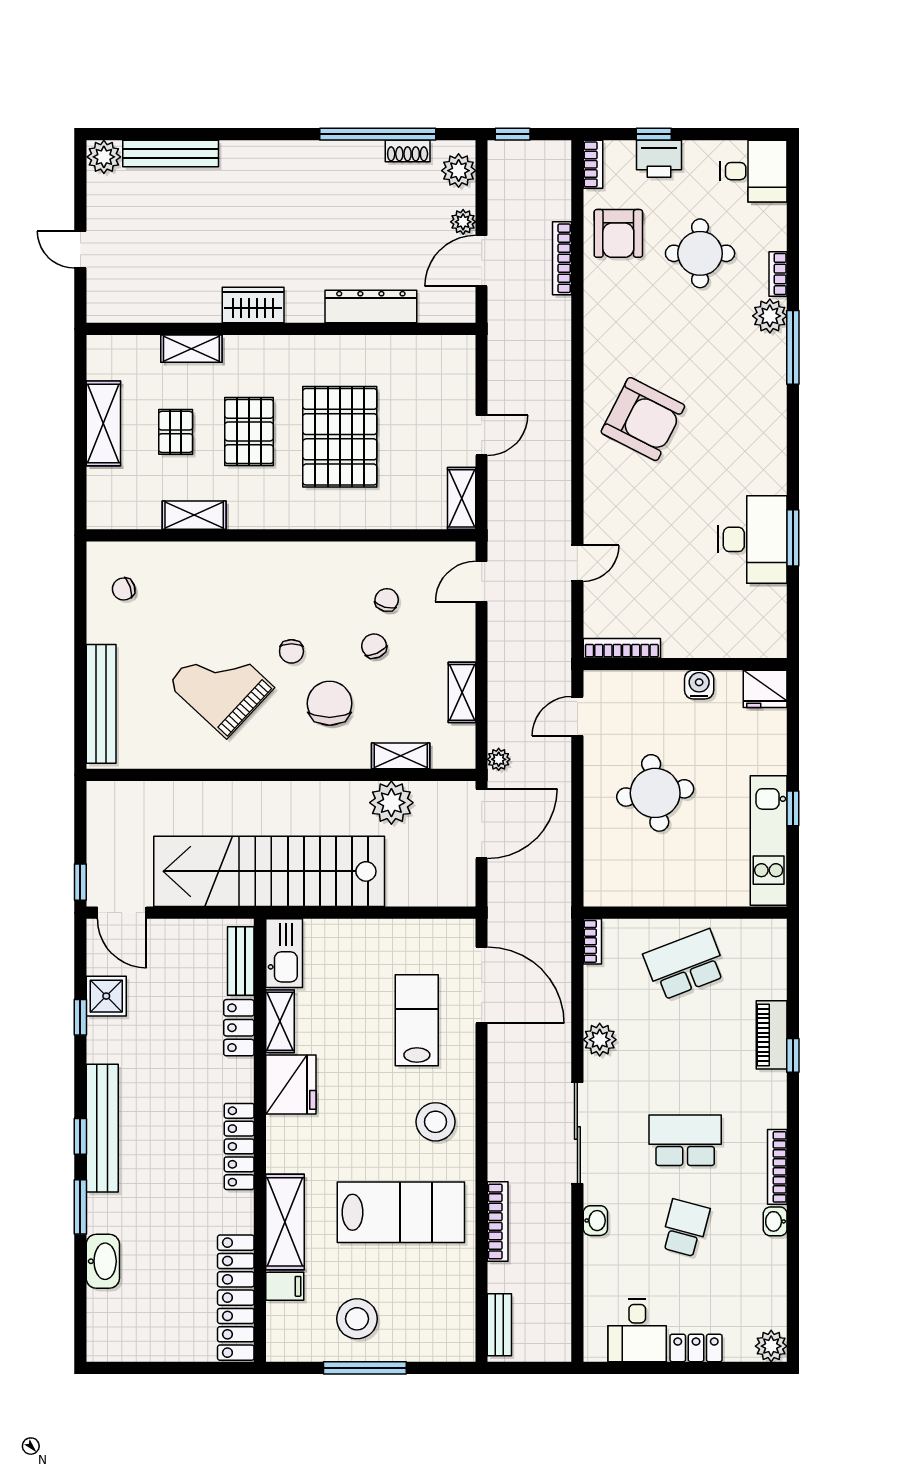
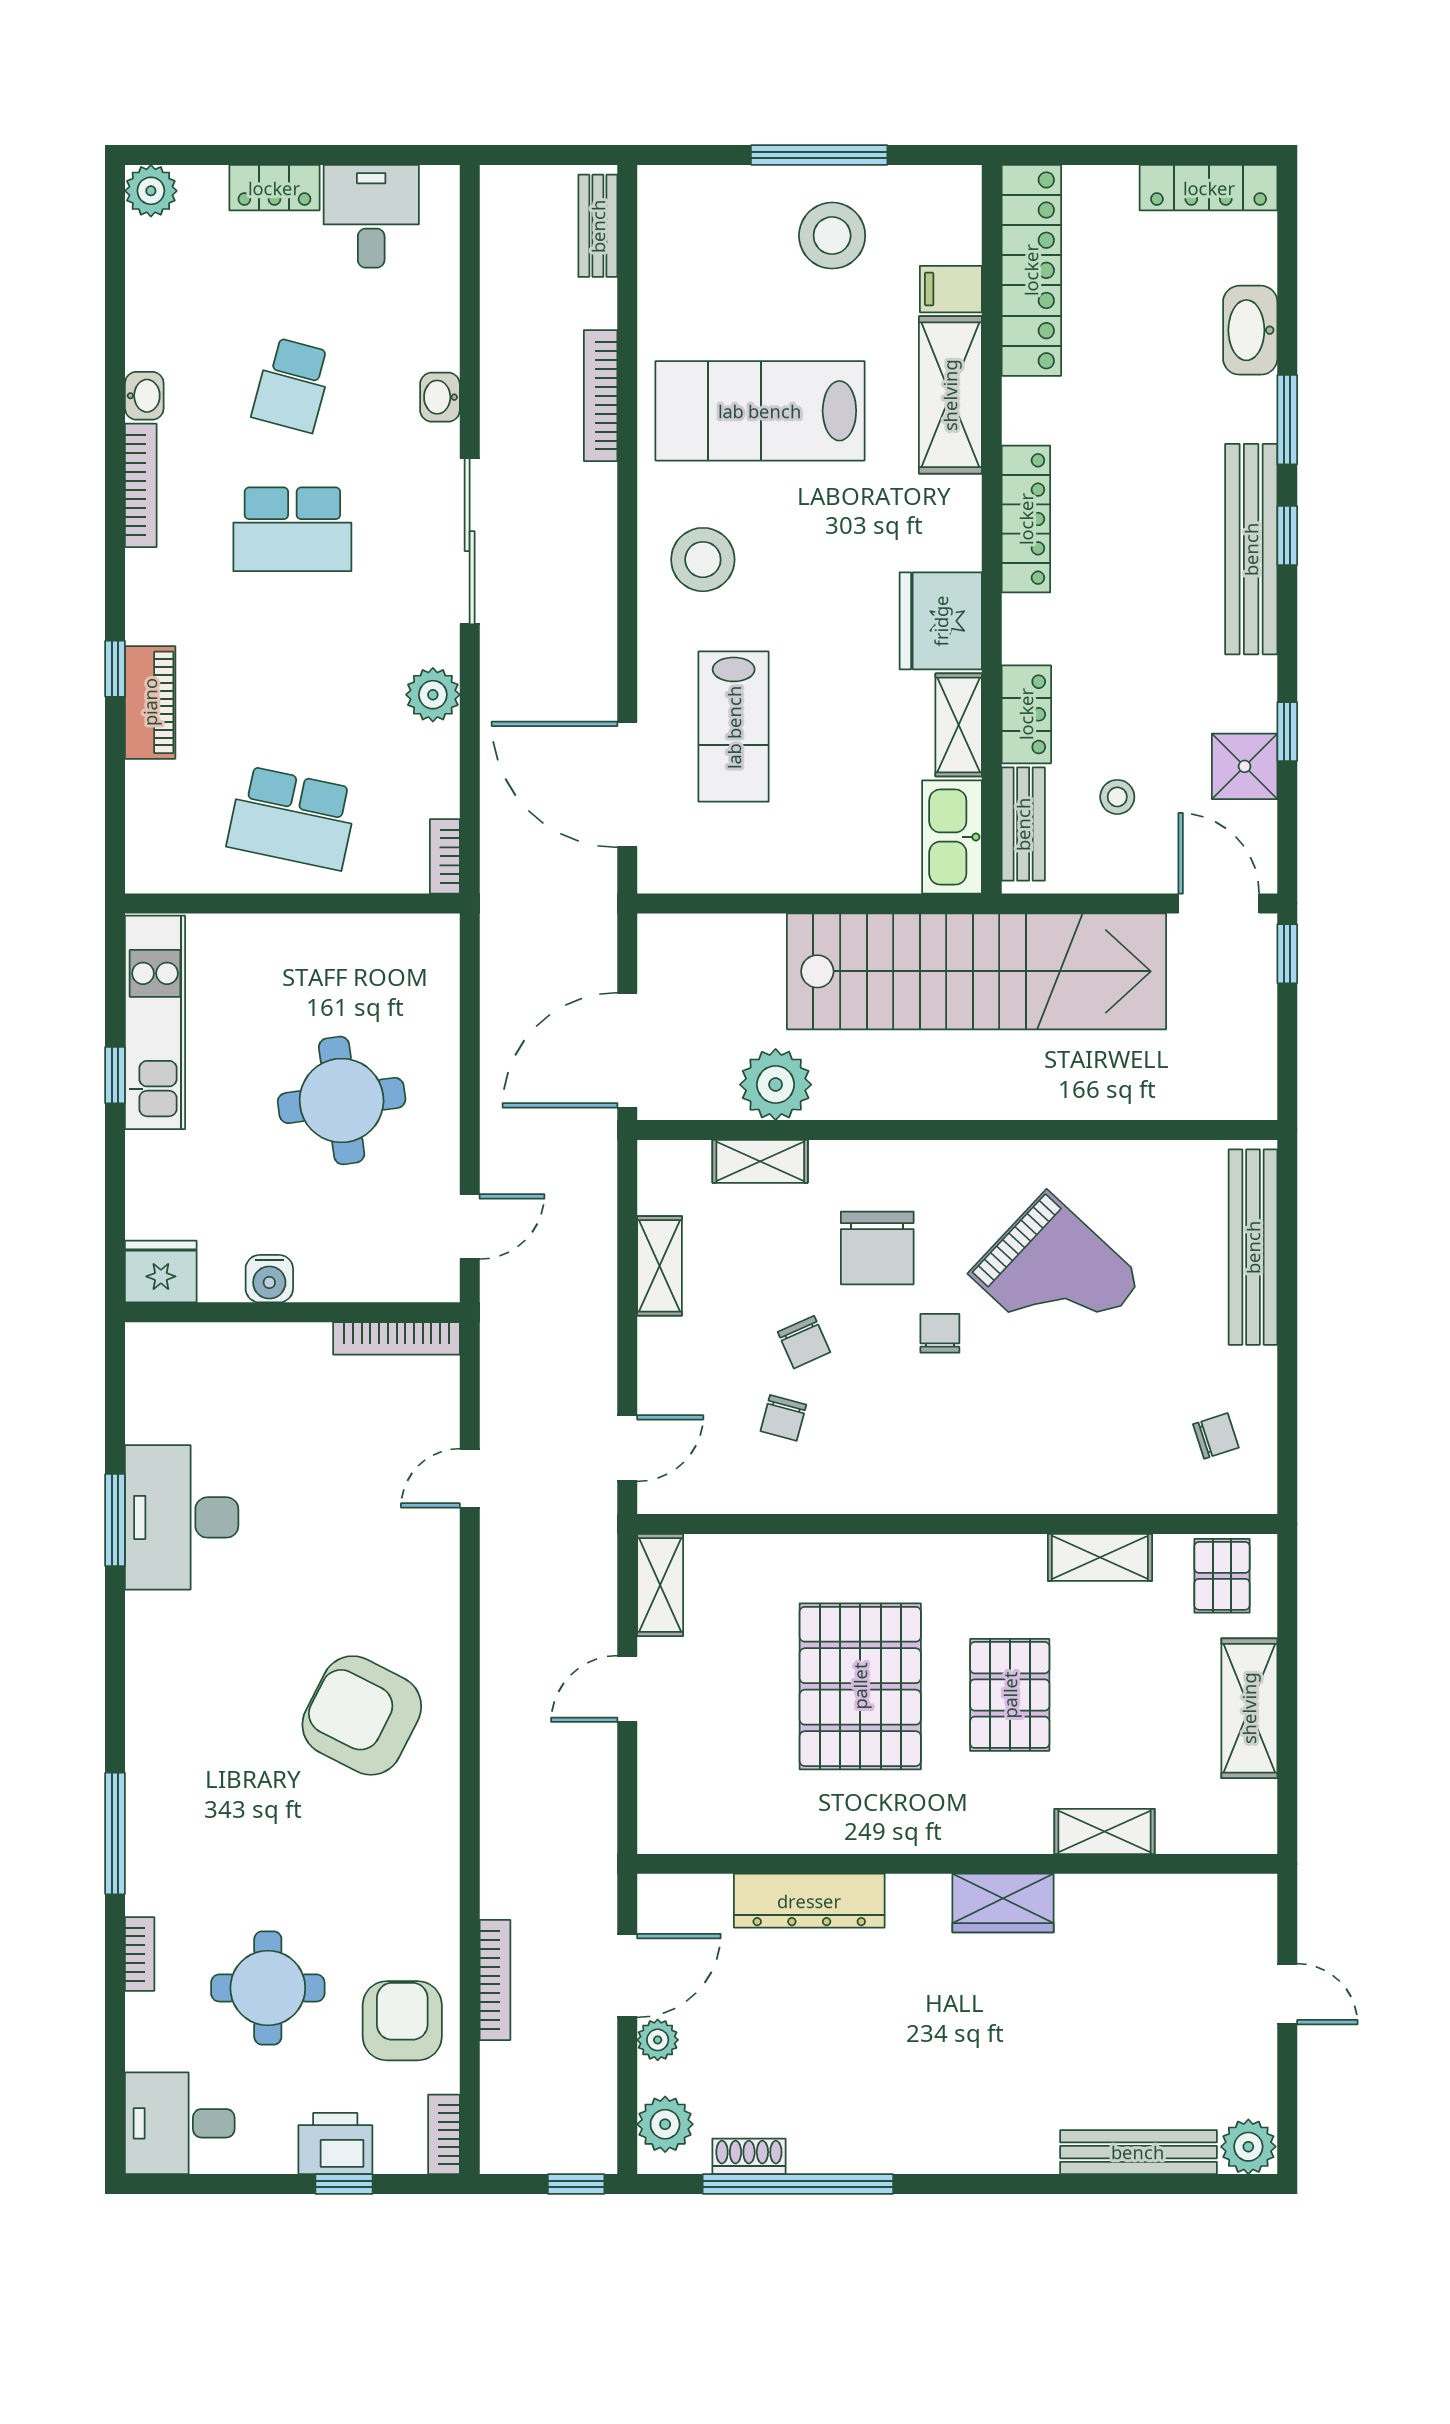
plant: (770, 316) -> (153, 1885), removed
pallet: (176, 432) -> (1222, 1576), moved
plant: (499, 759) -> (599, 1156), removed
school desk: (685, 965) -> (292, 818), turned 33
stool: (184, 977) -> (1117, 797), added
locker: (128, 1348) -> (1209, 188), added

